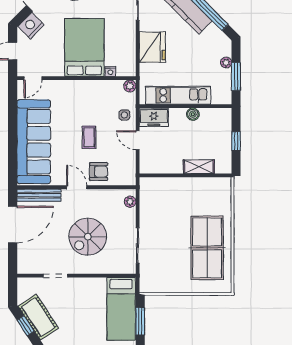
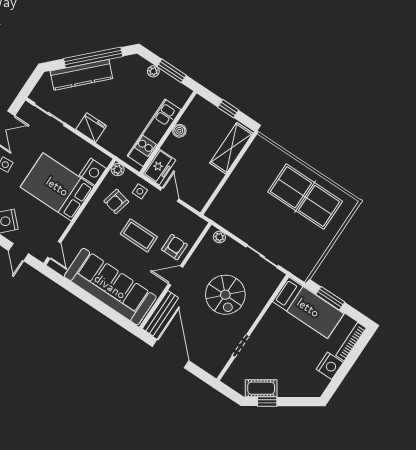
fridge: (152, 47) -> (91, 128), width x0.73, depth x0.75
nightstand: (110, 71) -> (93, 172), width x1.89, depth x1.79
armchair: (104, 102) -> (116, 201), added
coffee table: (89, 137) -> (139, 235), width x1.36, depth x1.30
door: (138, 140) -> (170, 195), swing flipped
shelving: (199, 167) -> (231, 148), width x1.50, depth x1.33
cot: (38, 317) -> (261, 388), width x0.73, depth x0.75

